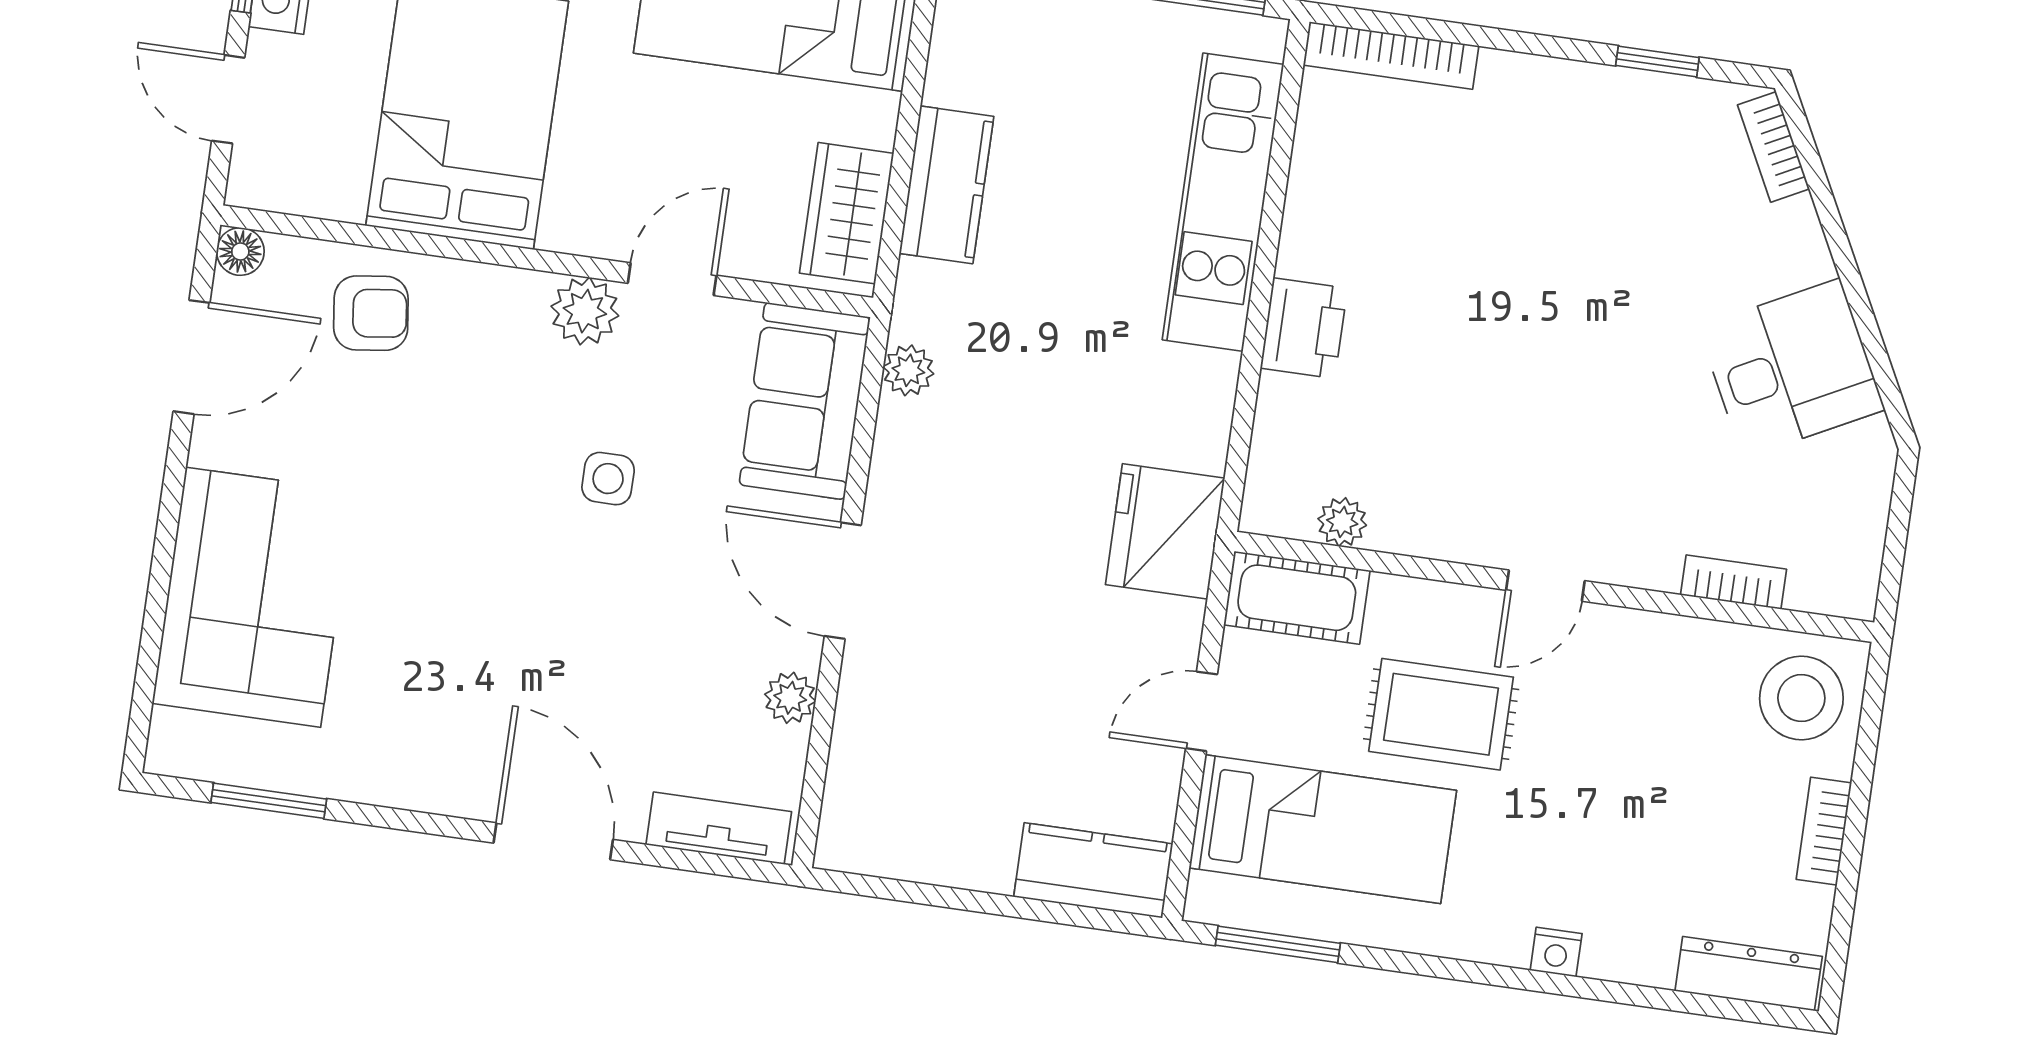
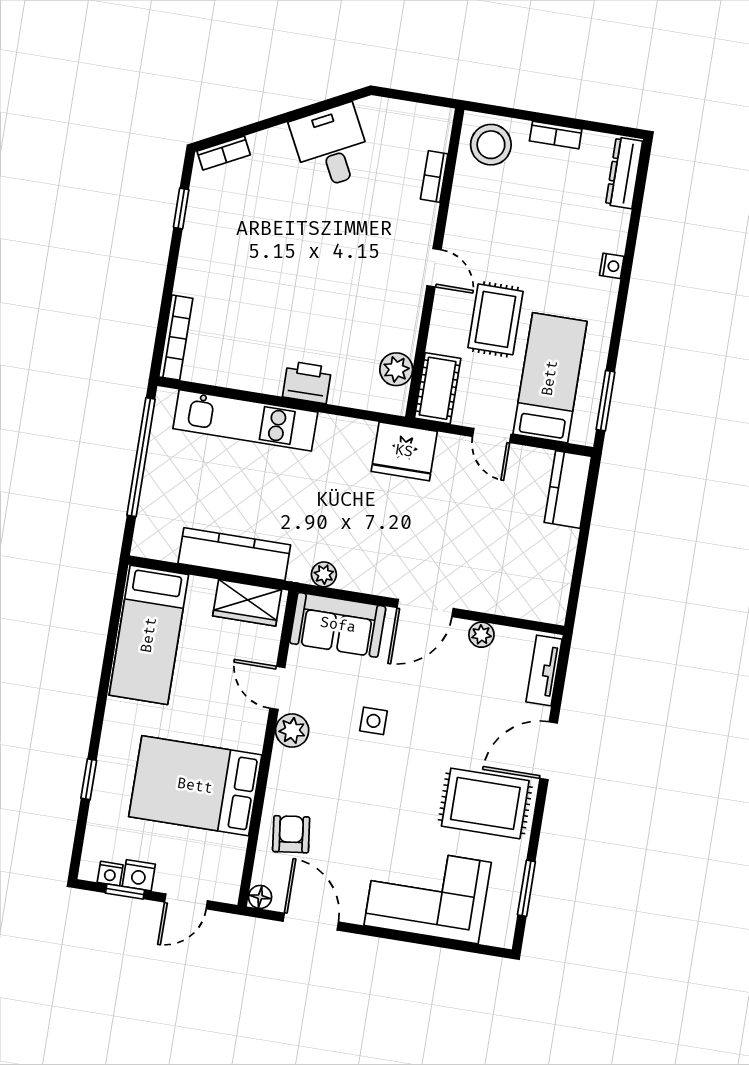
kitchen counter: (946, 185) -> (234, 554), width x1.50
plant: (1342, 522) -> (396, 369), width x1.38, depth x1.38
rug: (442, 713) -> (485, 803), added

